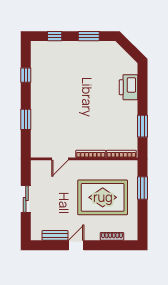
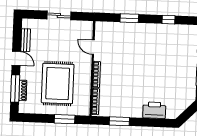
window: (110, 245) -> (15, 89), added

